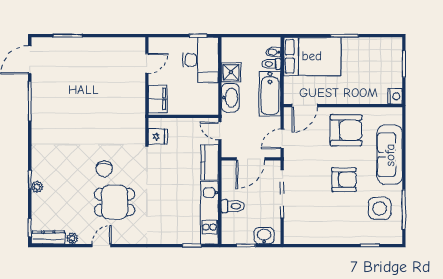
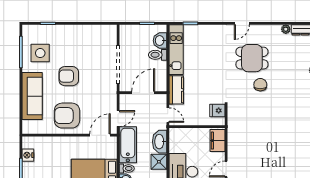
nightstand: (395, 96) -> (28, 155), moved
door: (282, 139) -> (118, 119), moved
washbasin: (264, 236) -> (160, 41), moved, turned 90
door: (102, 246) -> (242, 23), moved

